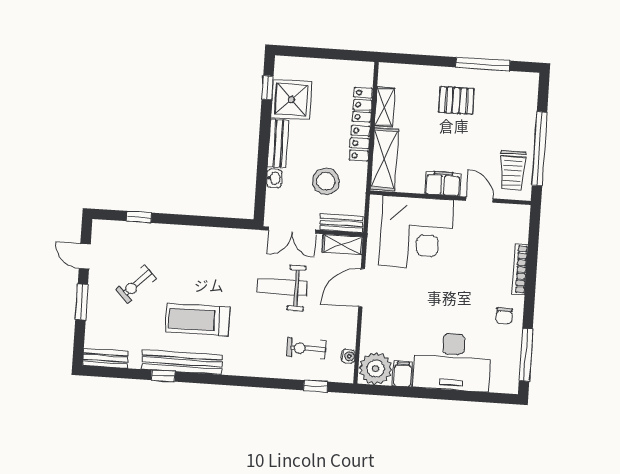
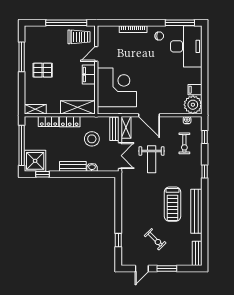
window: (323, 53) -> (22, 145), added
shower: (291, 100) -> (35, 161), moved
pallet: (456, 100) -> (43, 70), turned 90
shelving: (385, 107) -> (35, 109), moved
desk: (452, 362) -> (186, 46), moved
window: (163, 376) -> (205, 172), moved

